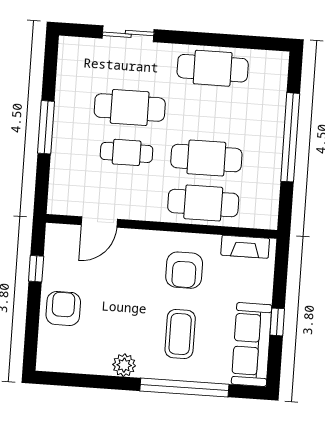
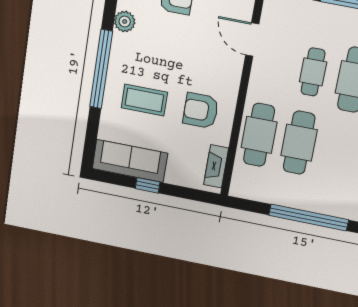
plant: (124, 365) -> (125, 22), moved
window: (184, 388) -> (101, 69), moved

